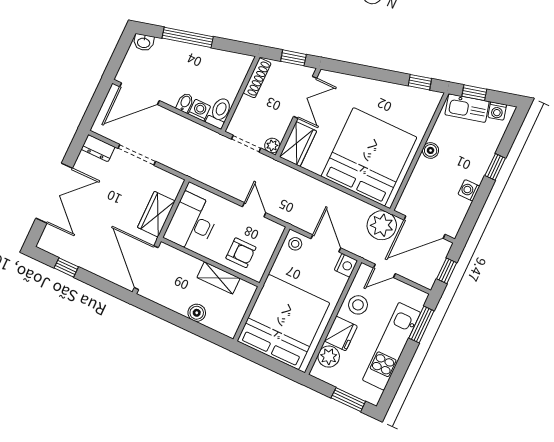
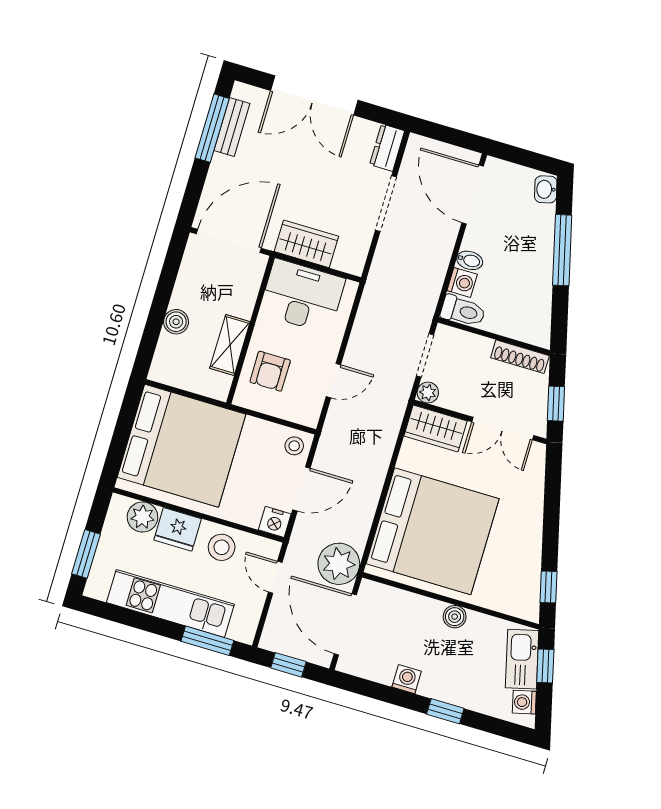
bench: (67, 254) -> (232, 127), added
window: (66, 267) -> (212, 128), width x2.17

